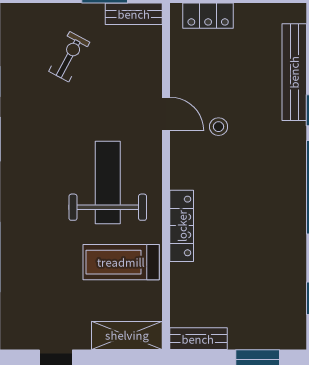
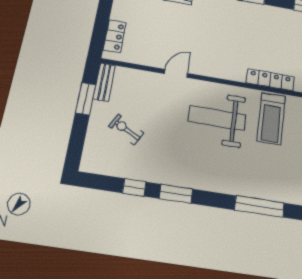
stool: (219, 127) -> (189, 43), removed
locker: (182, 226) -> (270, 80), moved

